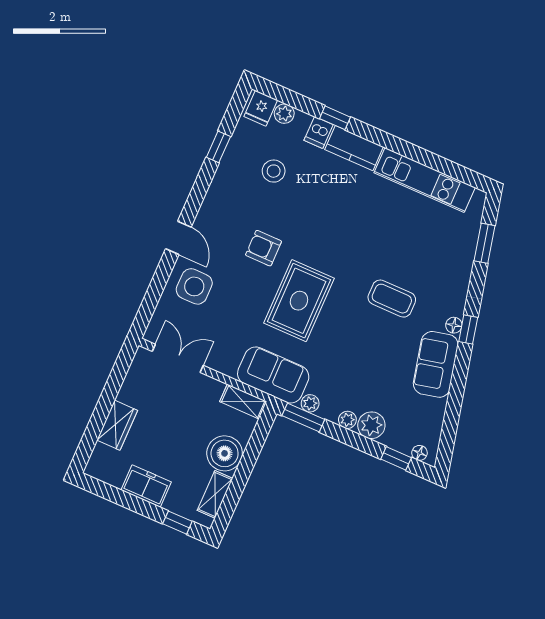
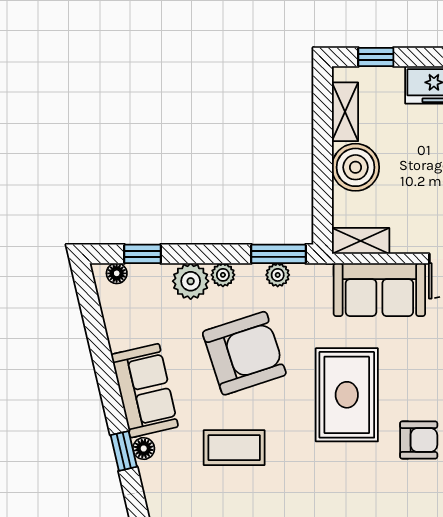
armchair: (356, 360) -> (244, 353), added
sofa: (273, 375) -> (379, 290), moved

